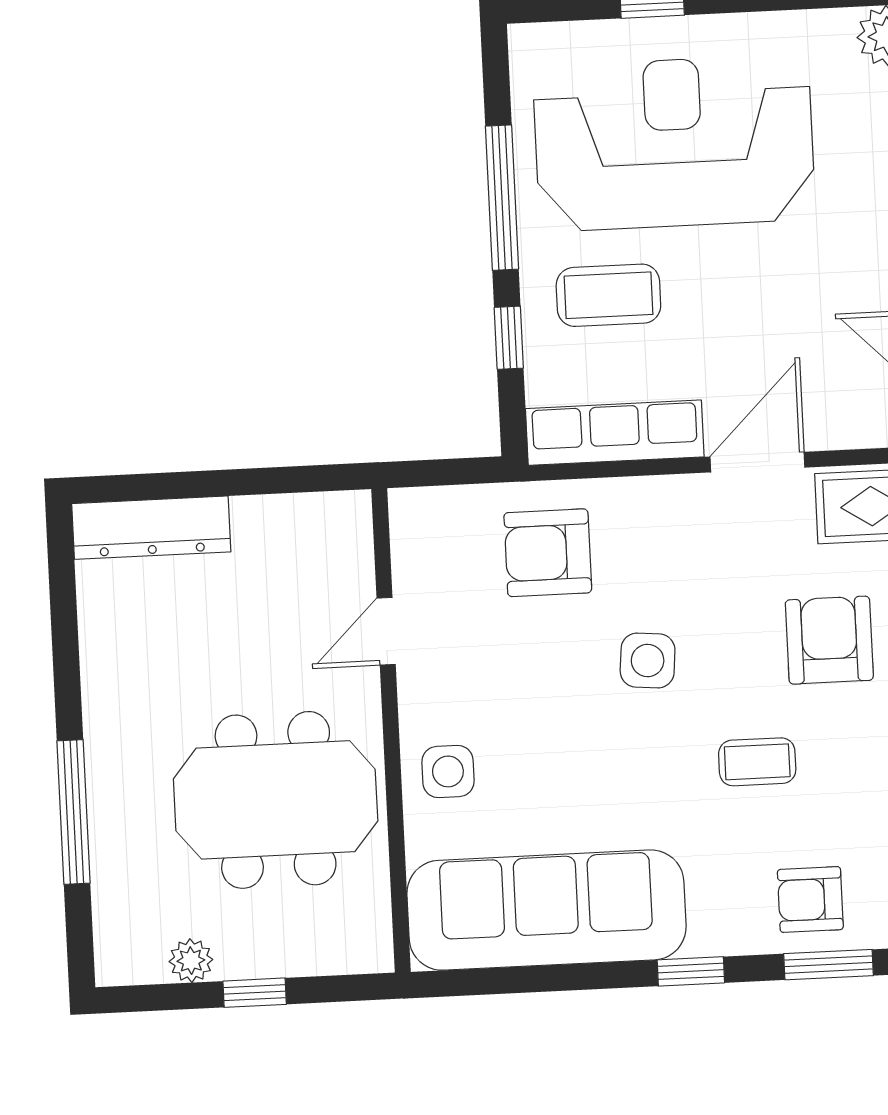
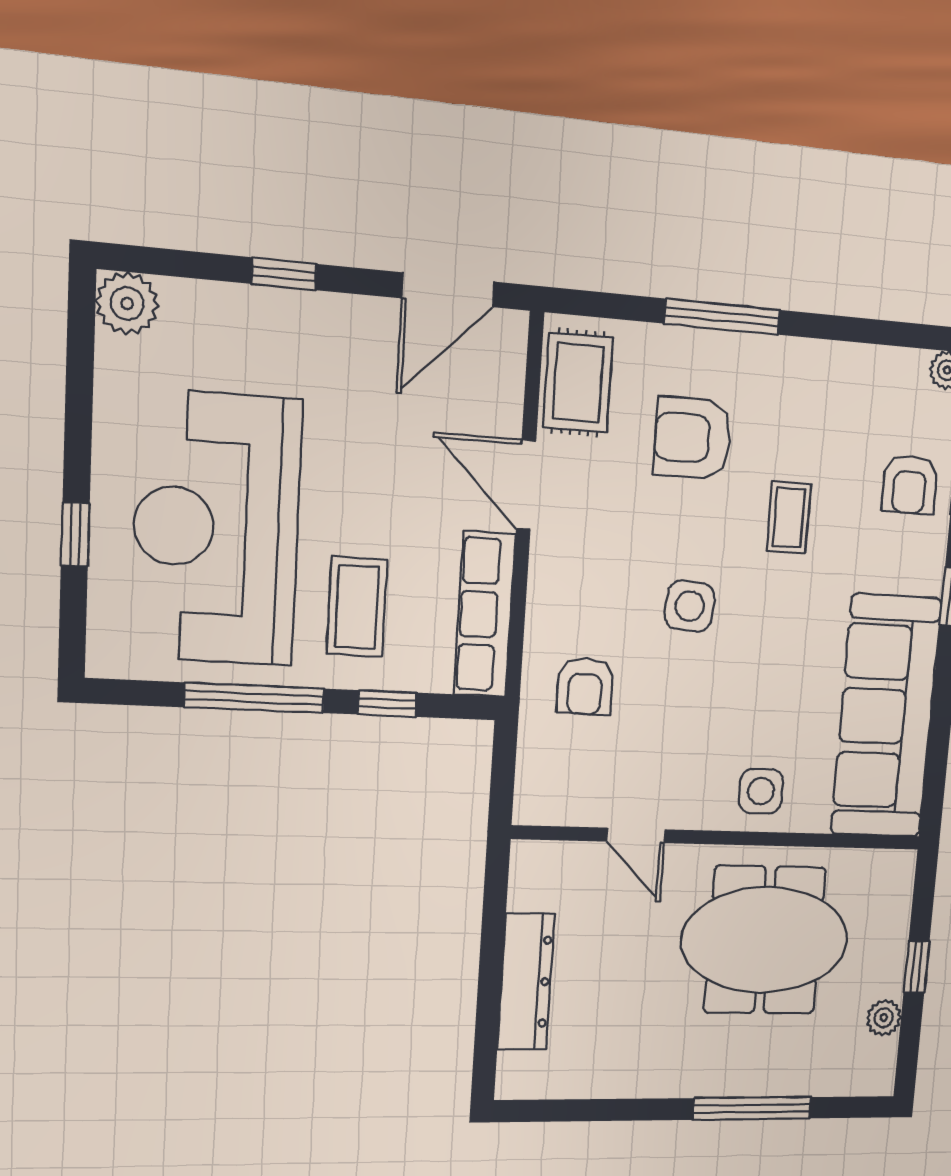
dresser: (151, 528) -> (526, 982), moved
armchair: (548, 553) -> (585, 686), width x0.72, depth x0.72
meeting table: (276, 800) -> (765, 940), turned 90

